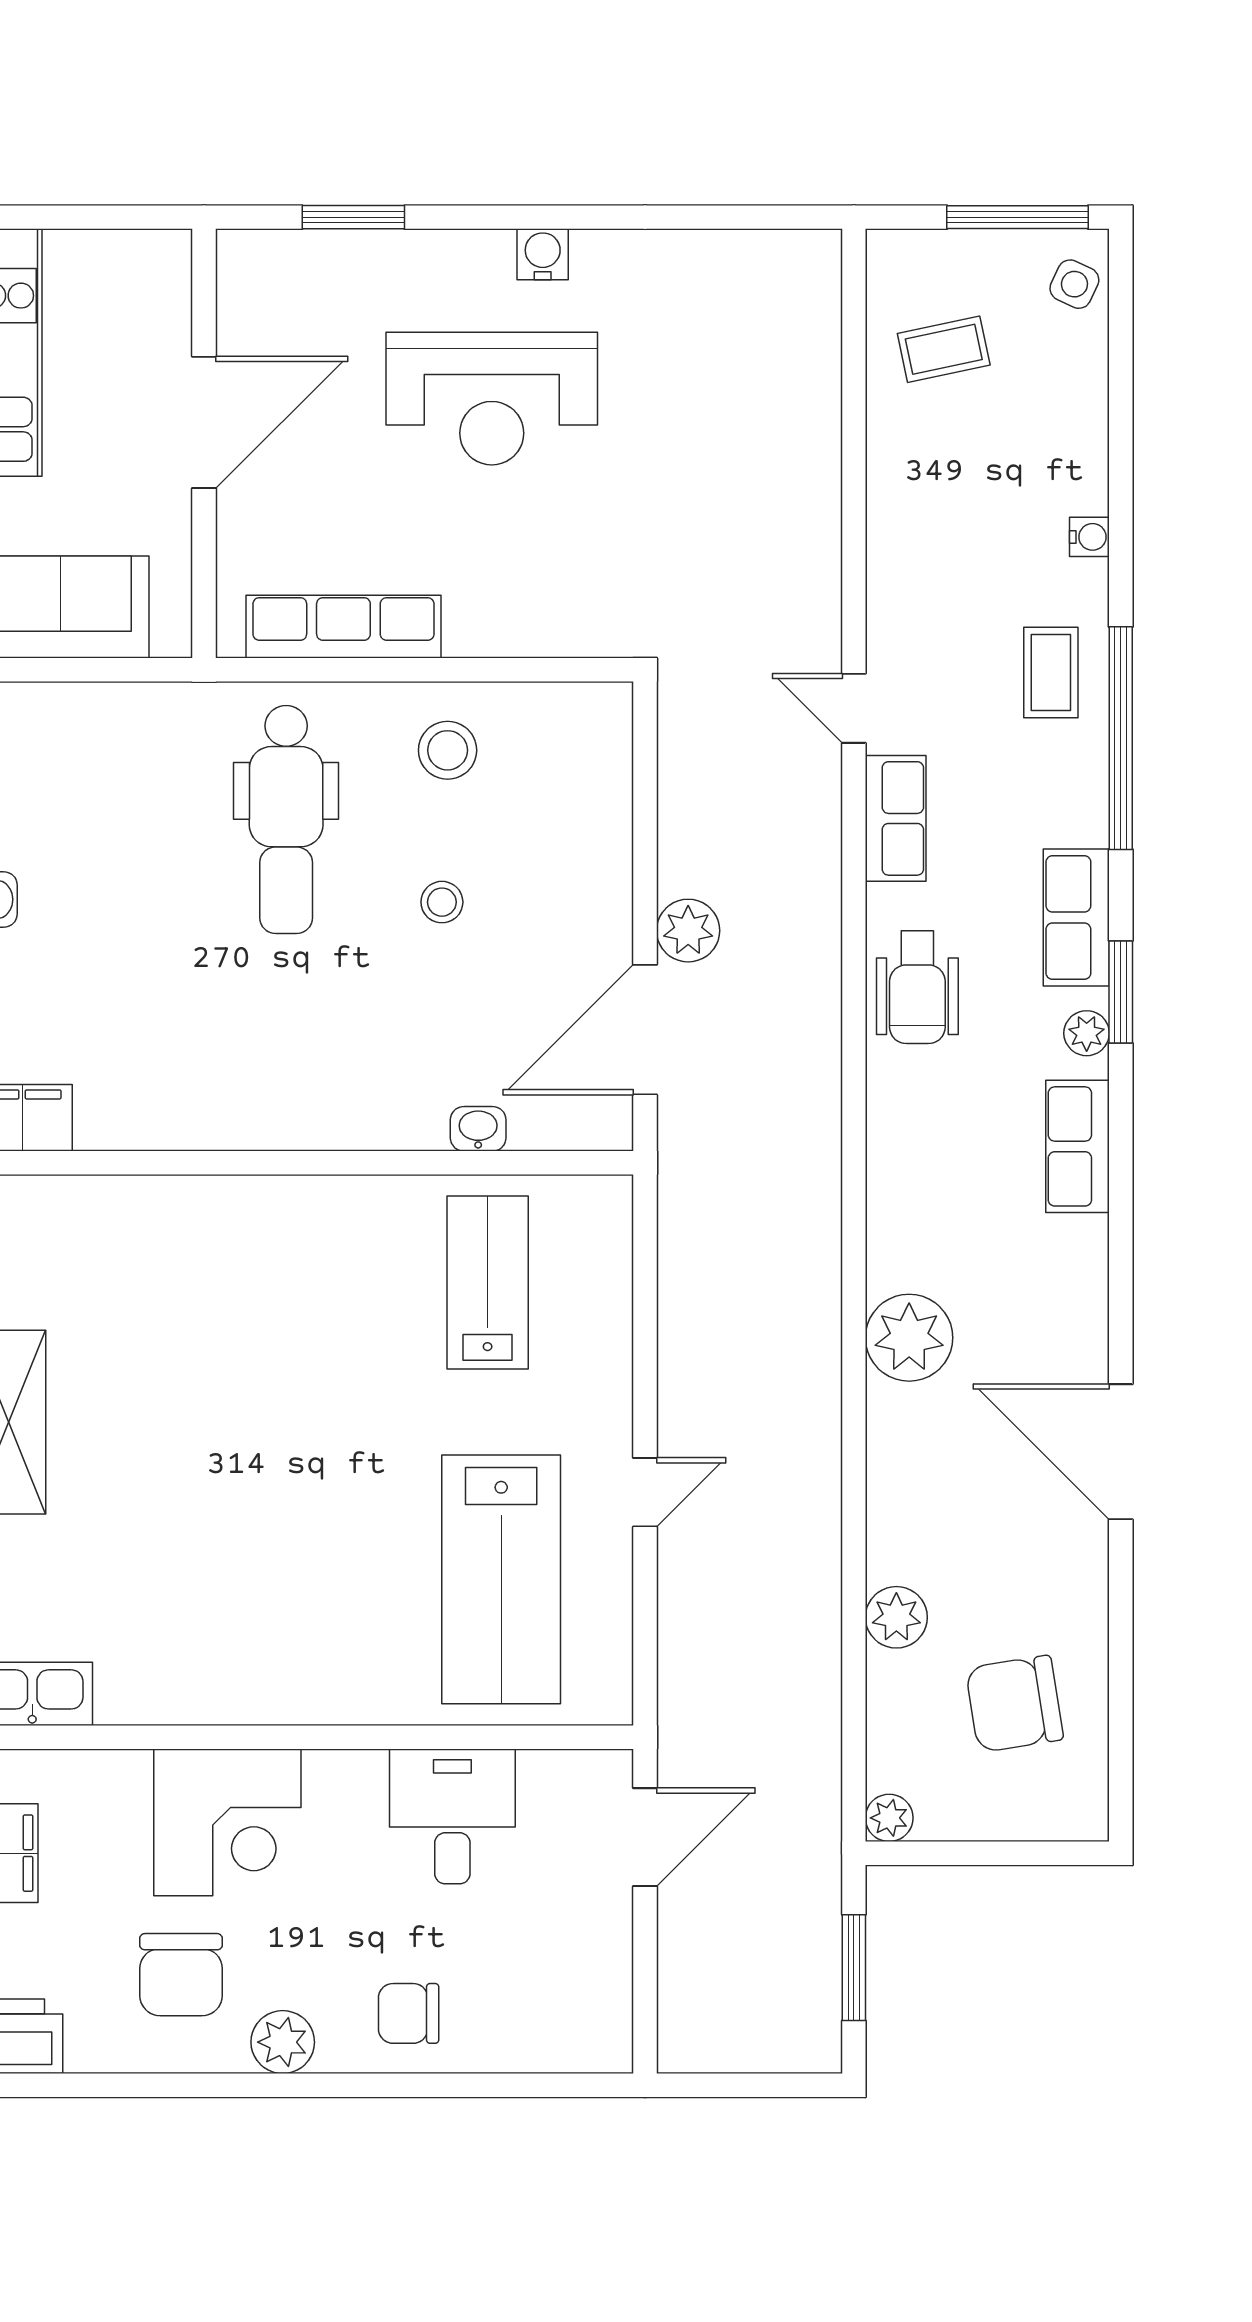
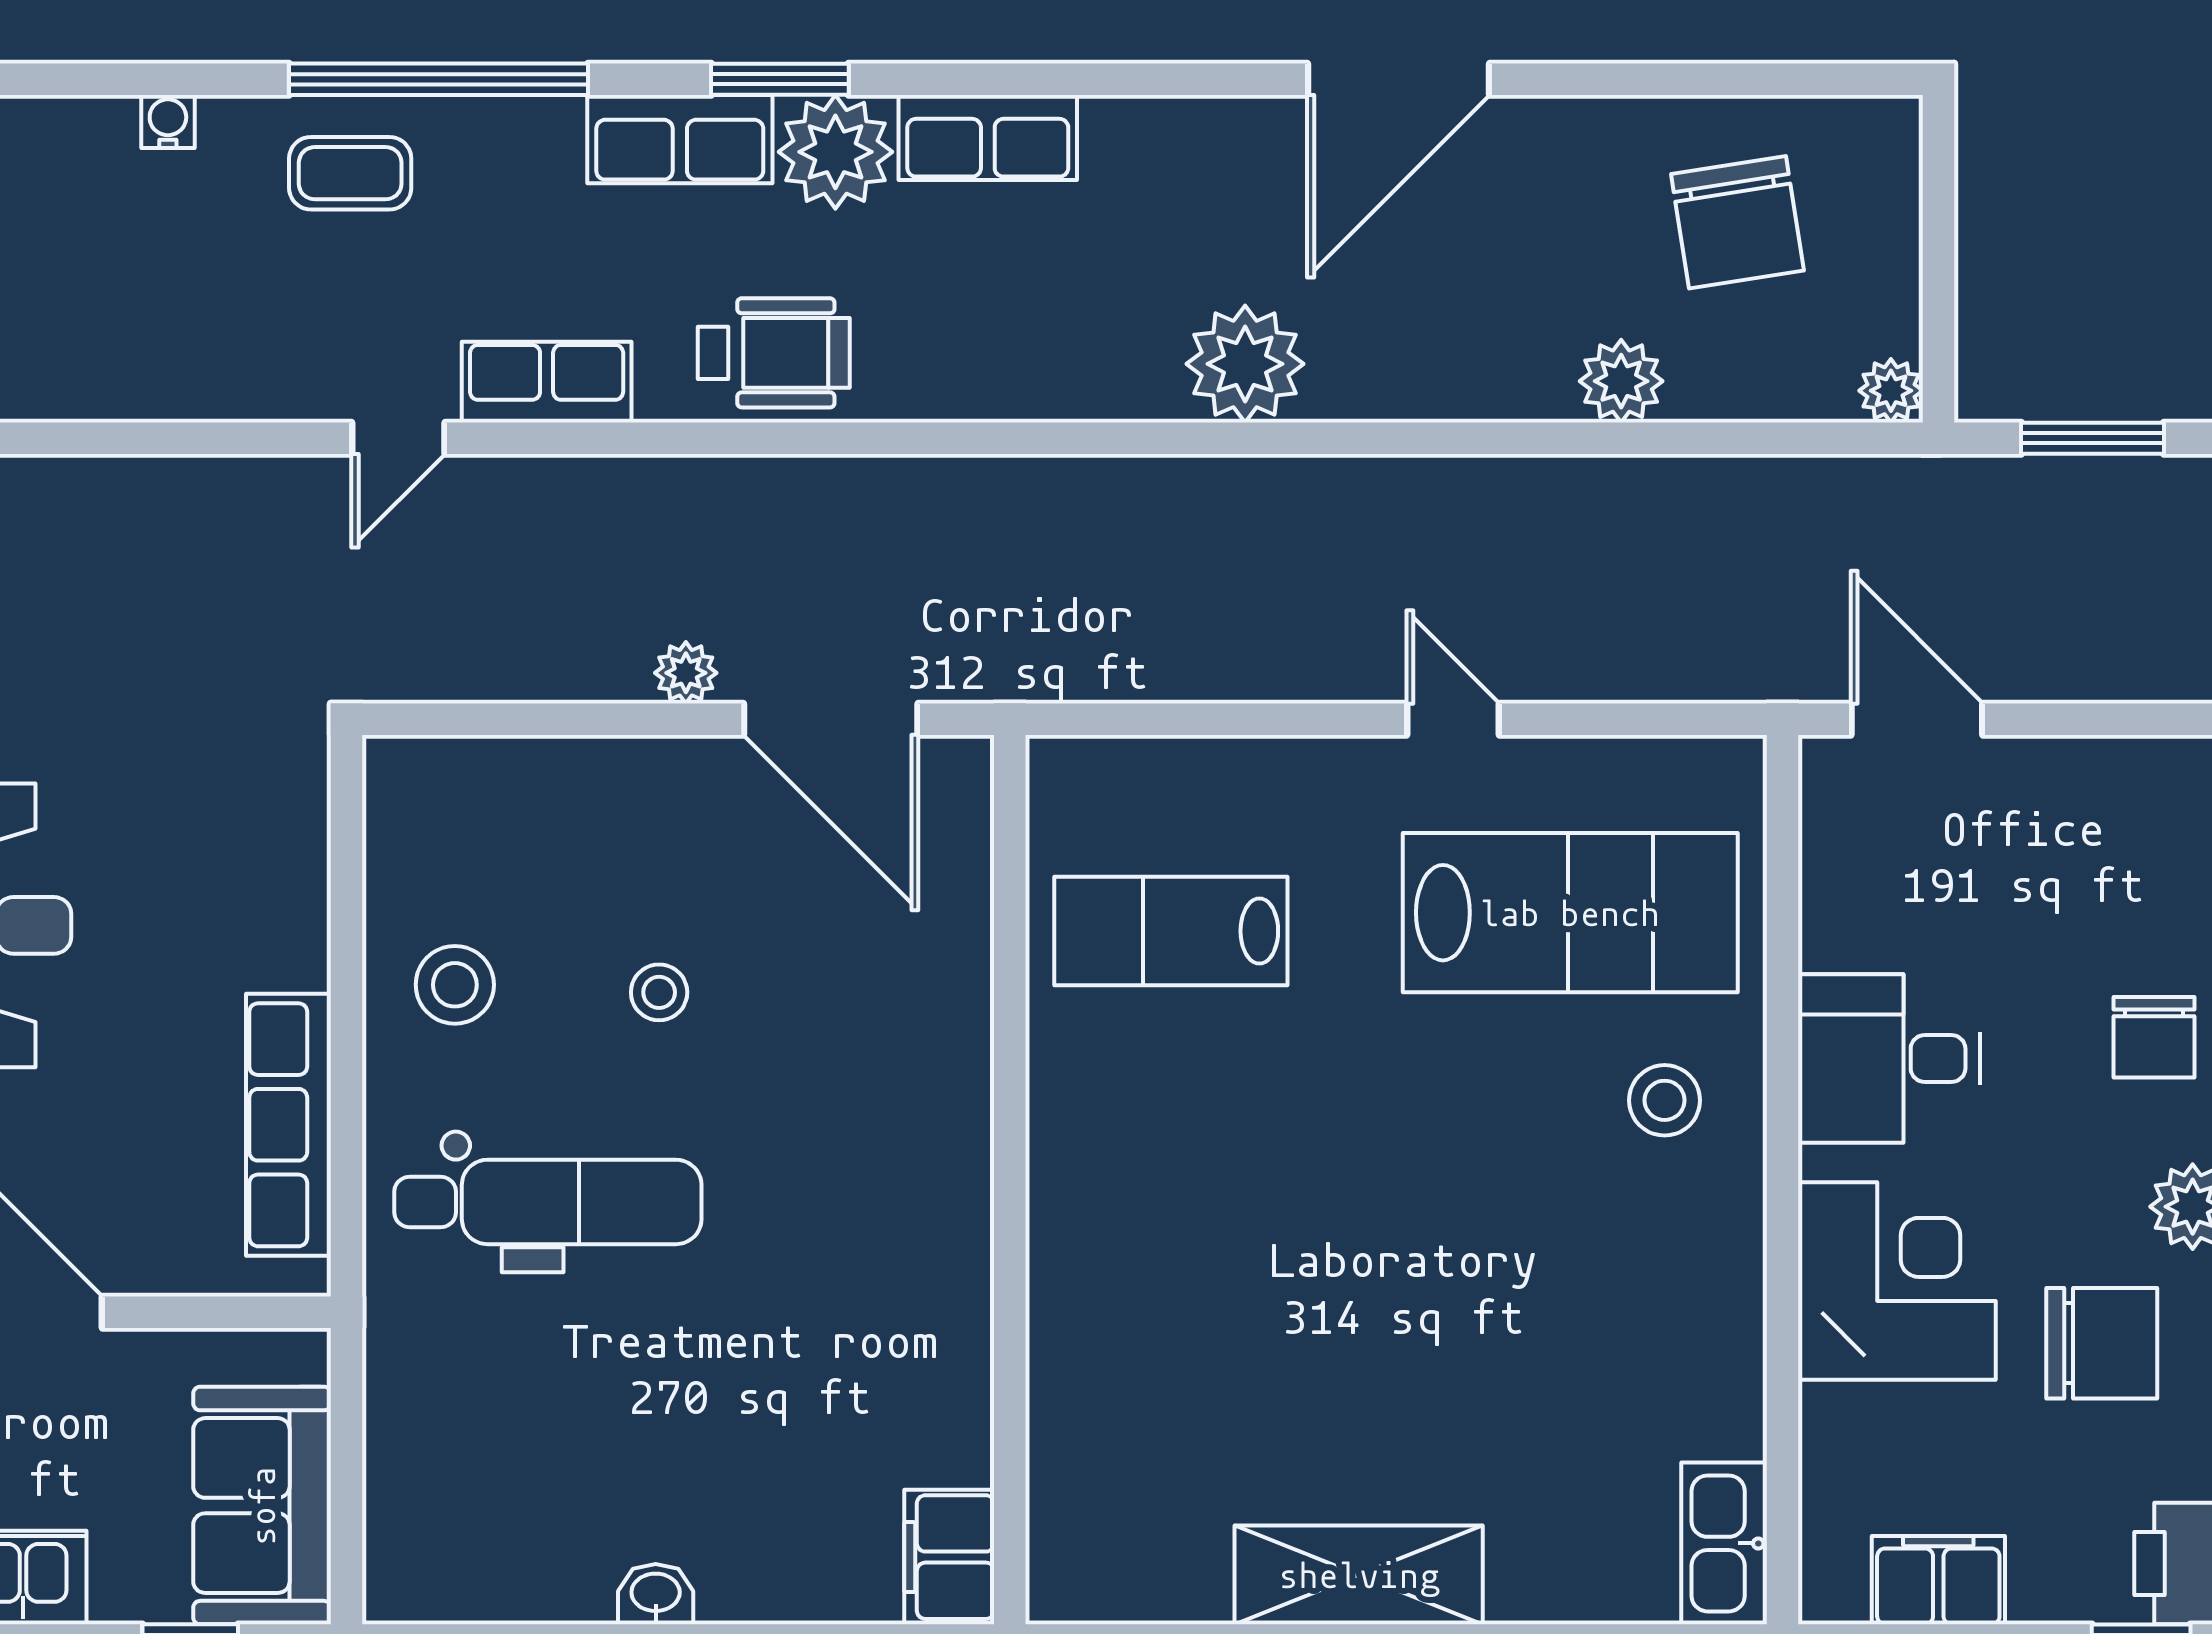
plant: (688, 931) -> (686, 673), width x0.73, depth x0.73
plant: (1087, 1033) -> (835, 152), width x1.88, depth x1.88
washbasin: (478, 1129) -> (964, 944), removed
stool: (362, 1650) -> (1665, 1100), added
desk: (452, 1816) -> (1889, 1059), moved

